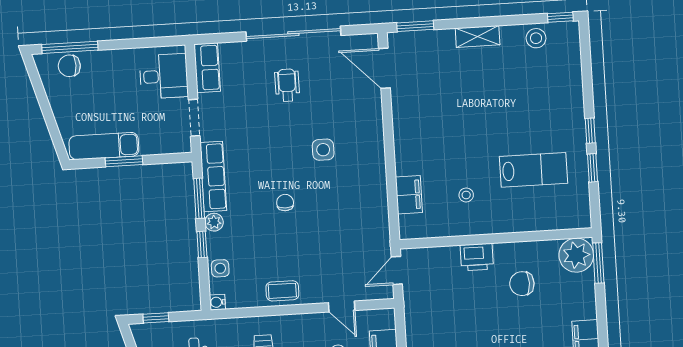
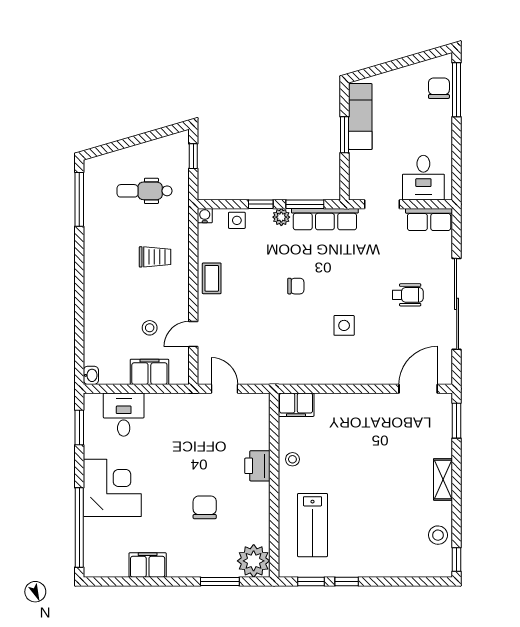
wall: (496, 238) -> (274, 485), moved
plant: (576, 255) -> (254, 561), moved
printer: (477, 257) -> (257, 466), moved

